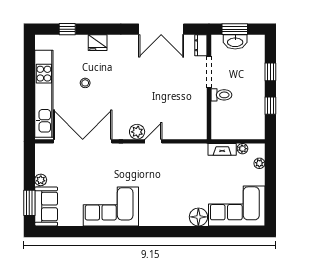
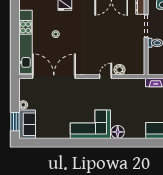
plant: (137, 132) -> (119, 70), moved
corner sofa: (111, 206) -> (90, 124), moved
floor lamp: (198, 217) -> (118, 132), moved

